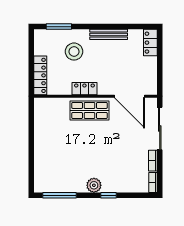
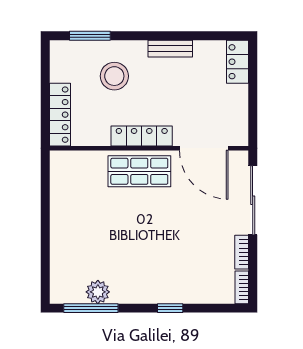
bench: (109, 34) -> (170, 49), width x0.73
locker: (84, 89) -> (142, 136), width x1.53
plant: (94, 185) -> (98, 292), moved

